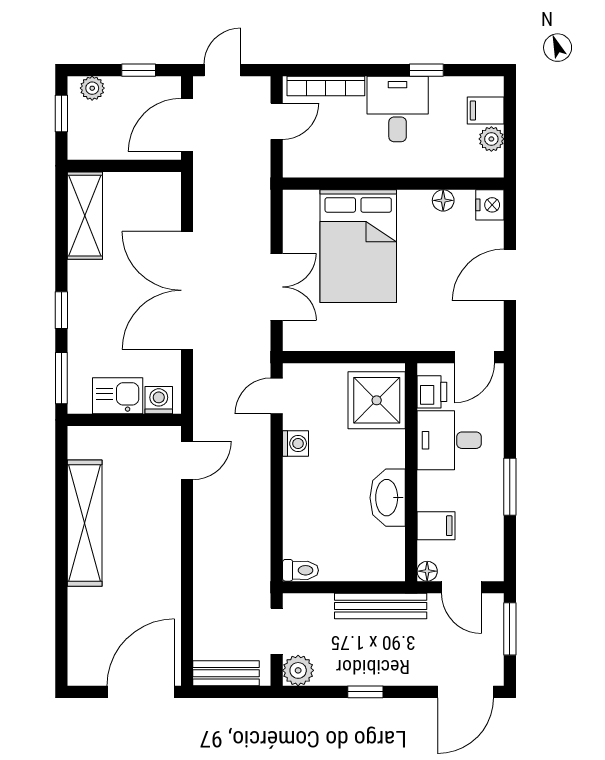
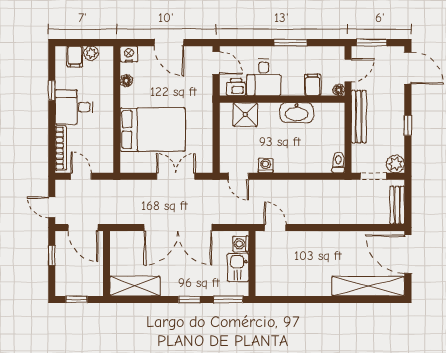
plant: (92, 88) -> (62, 282), removed
shower: (377, 400) -> (245, 115), width x0.73, depth x0.73
shelving: (85, 523) -> (368, 286), moved

